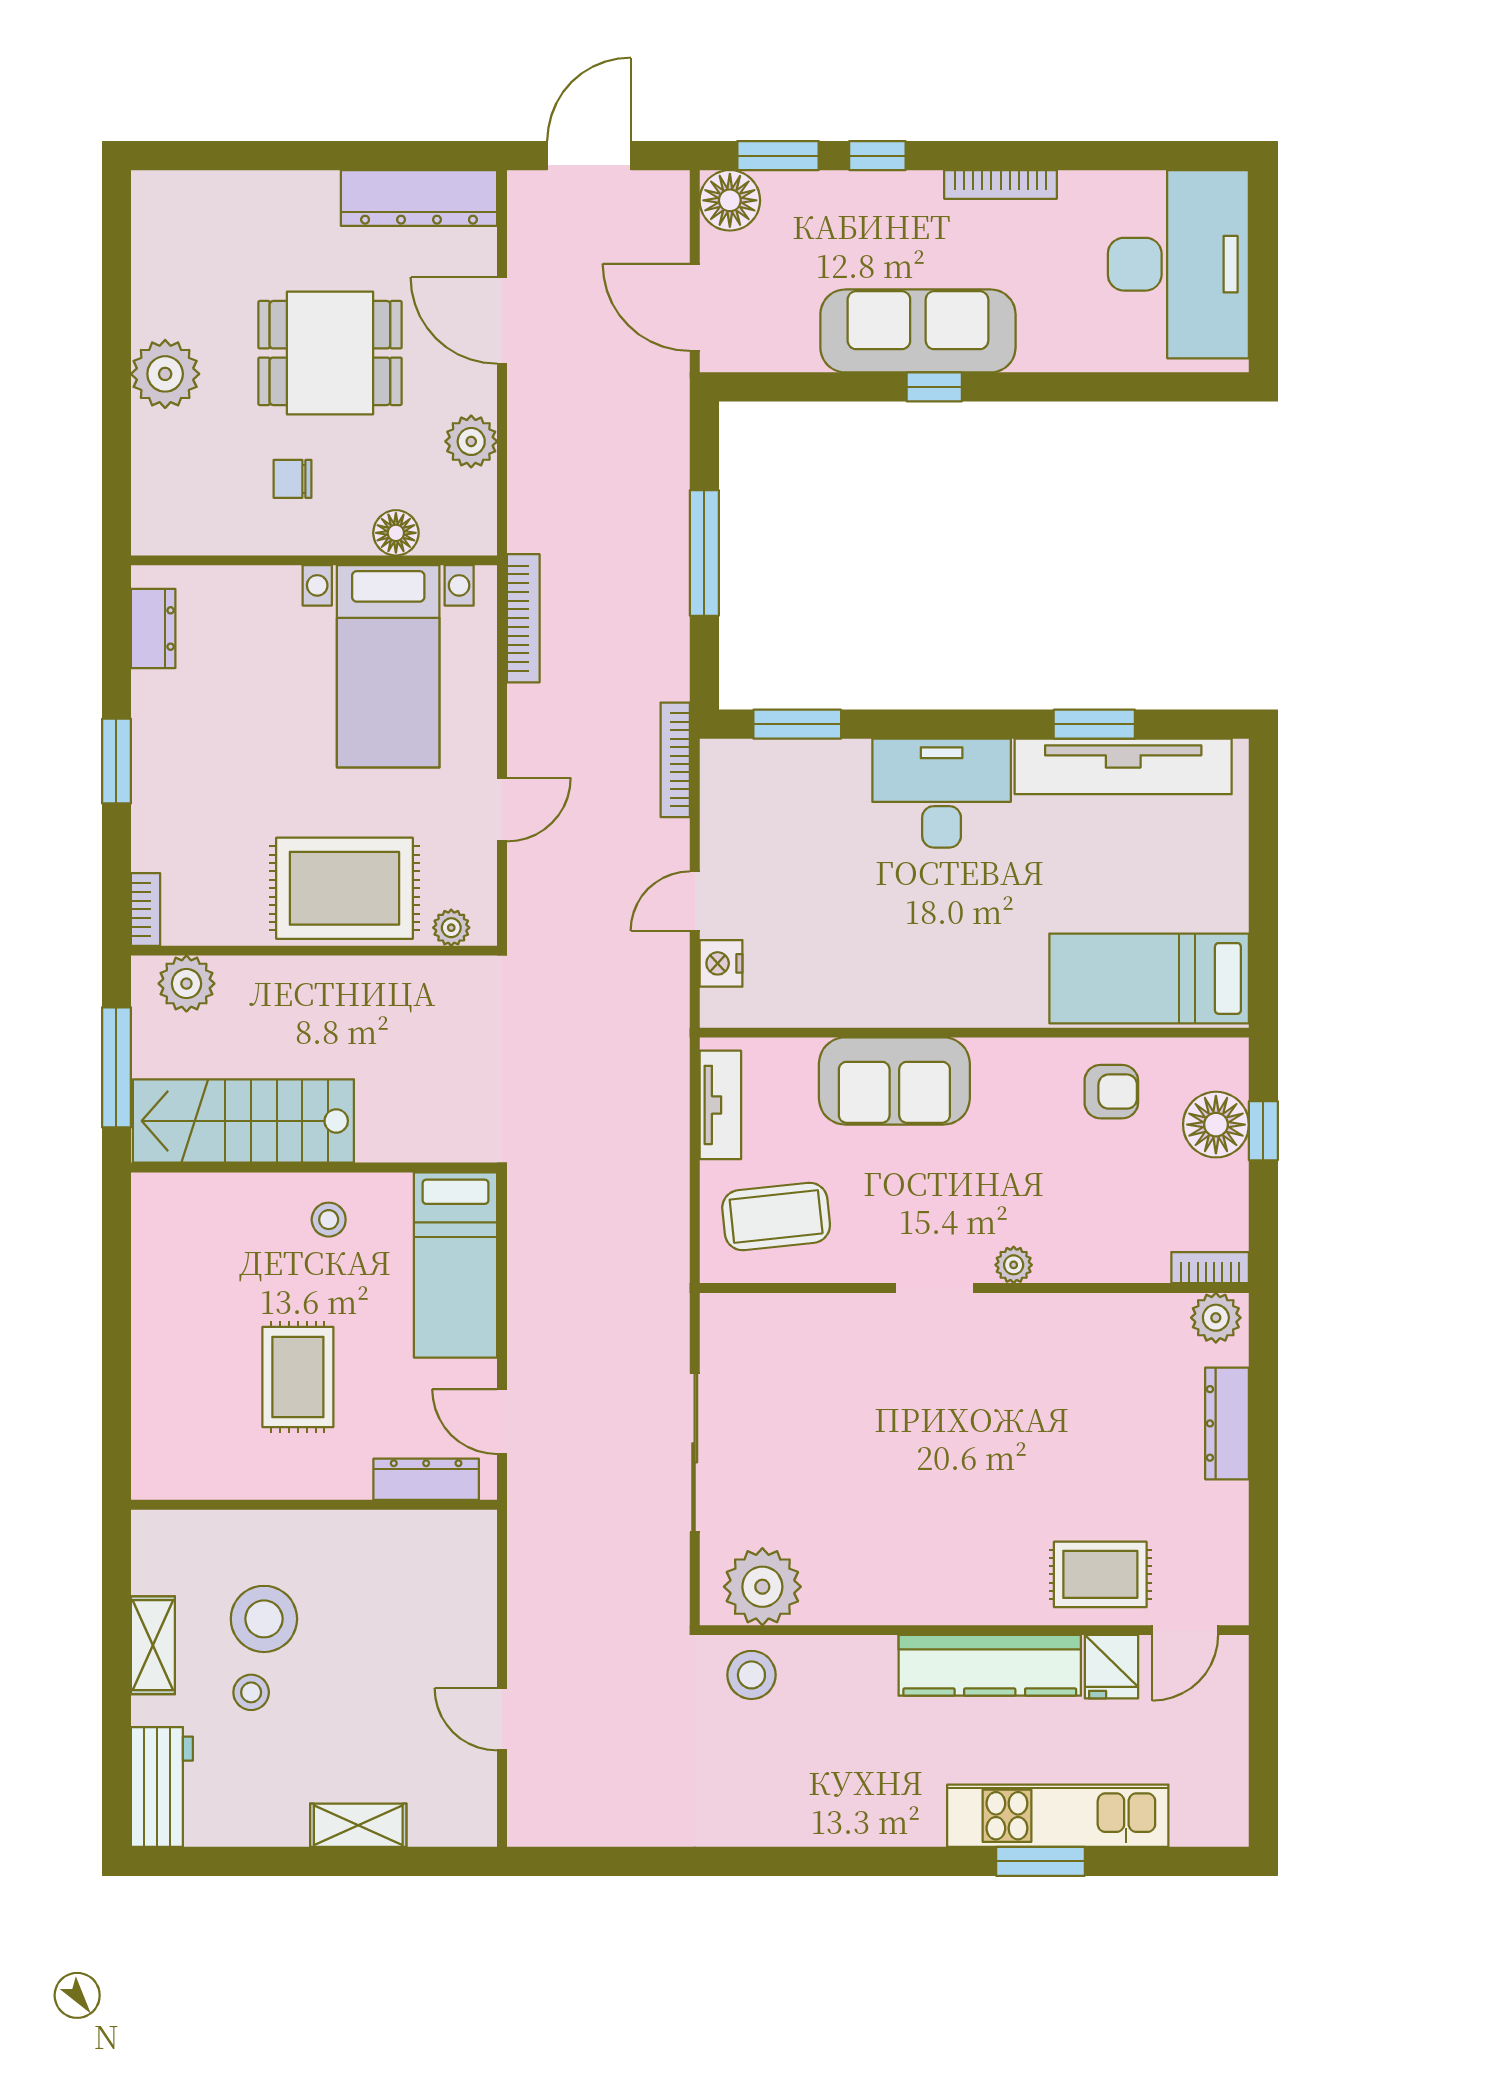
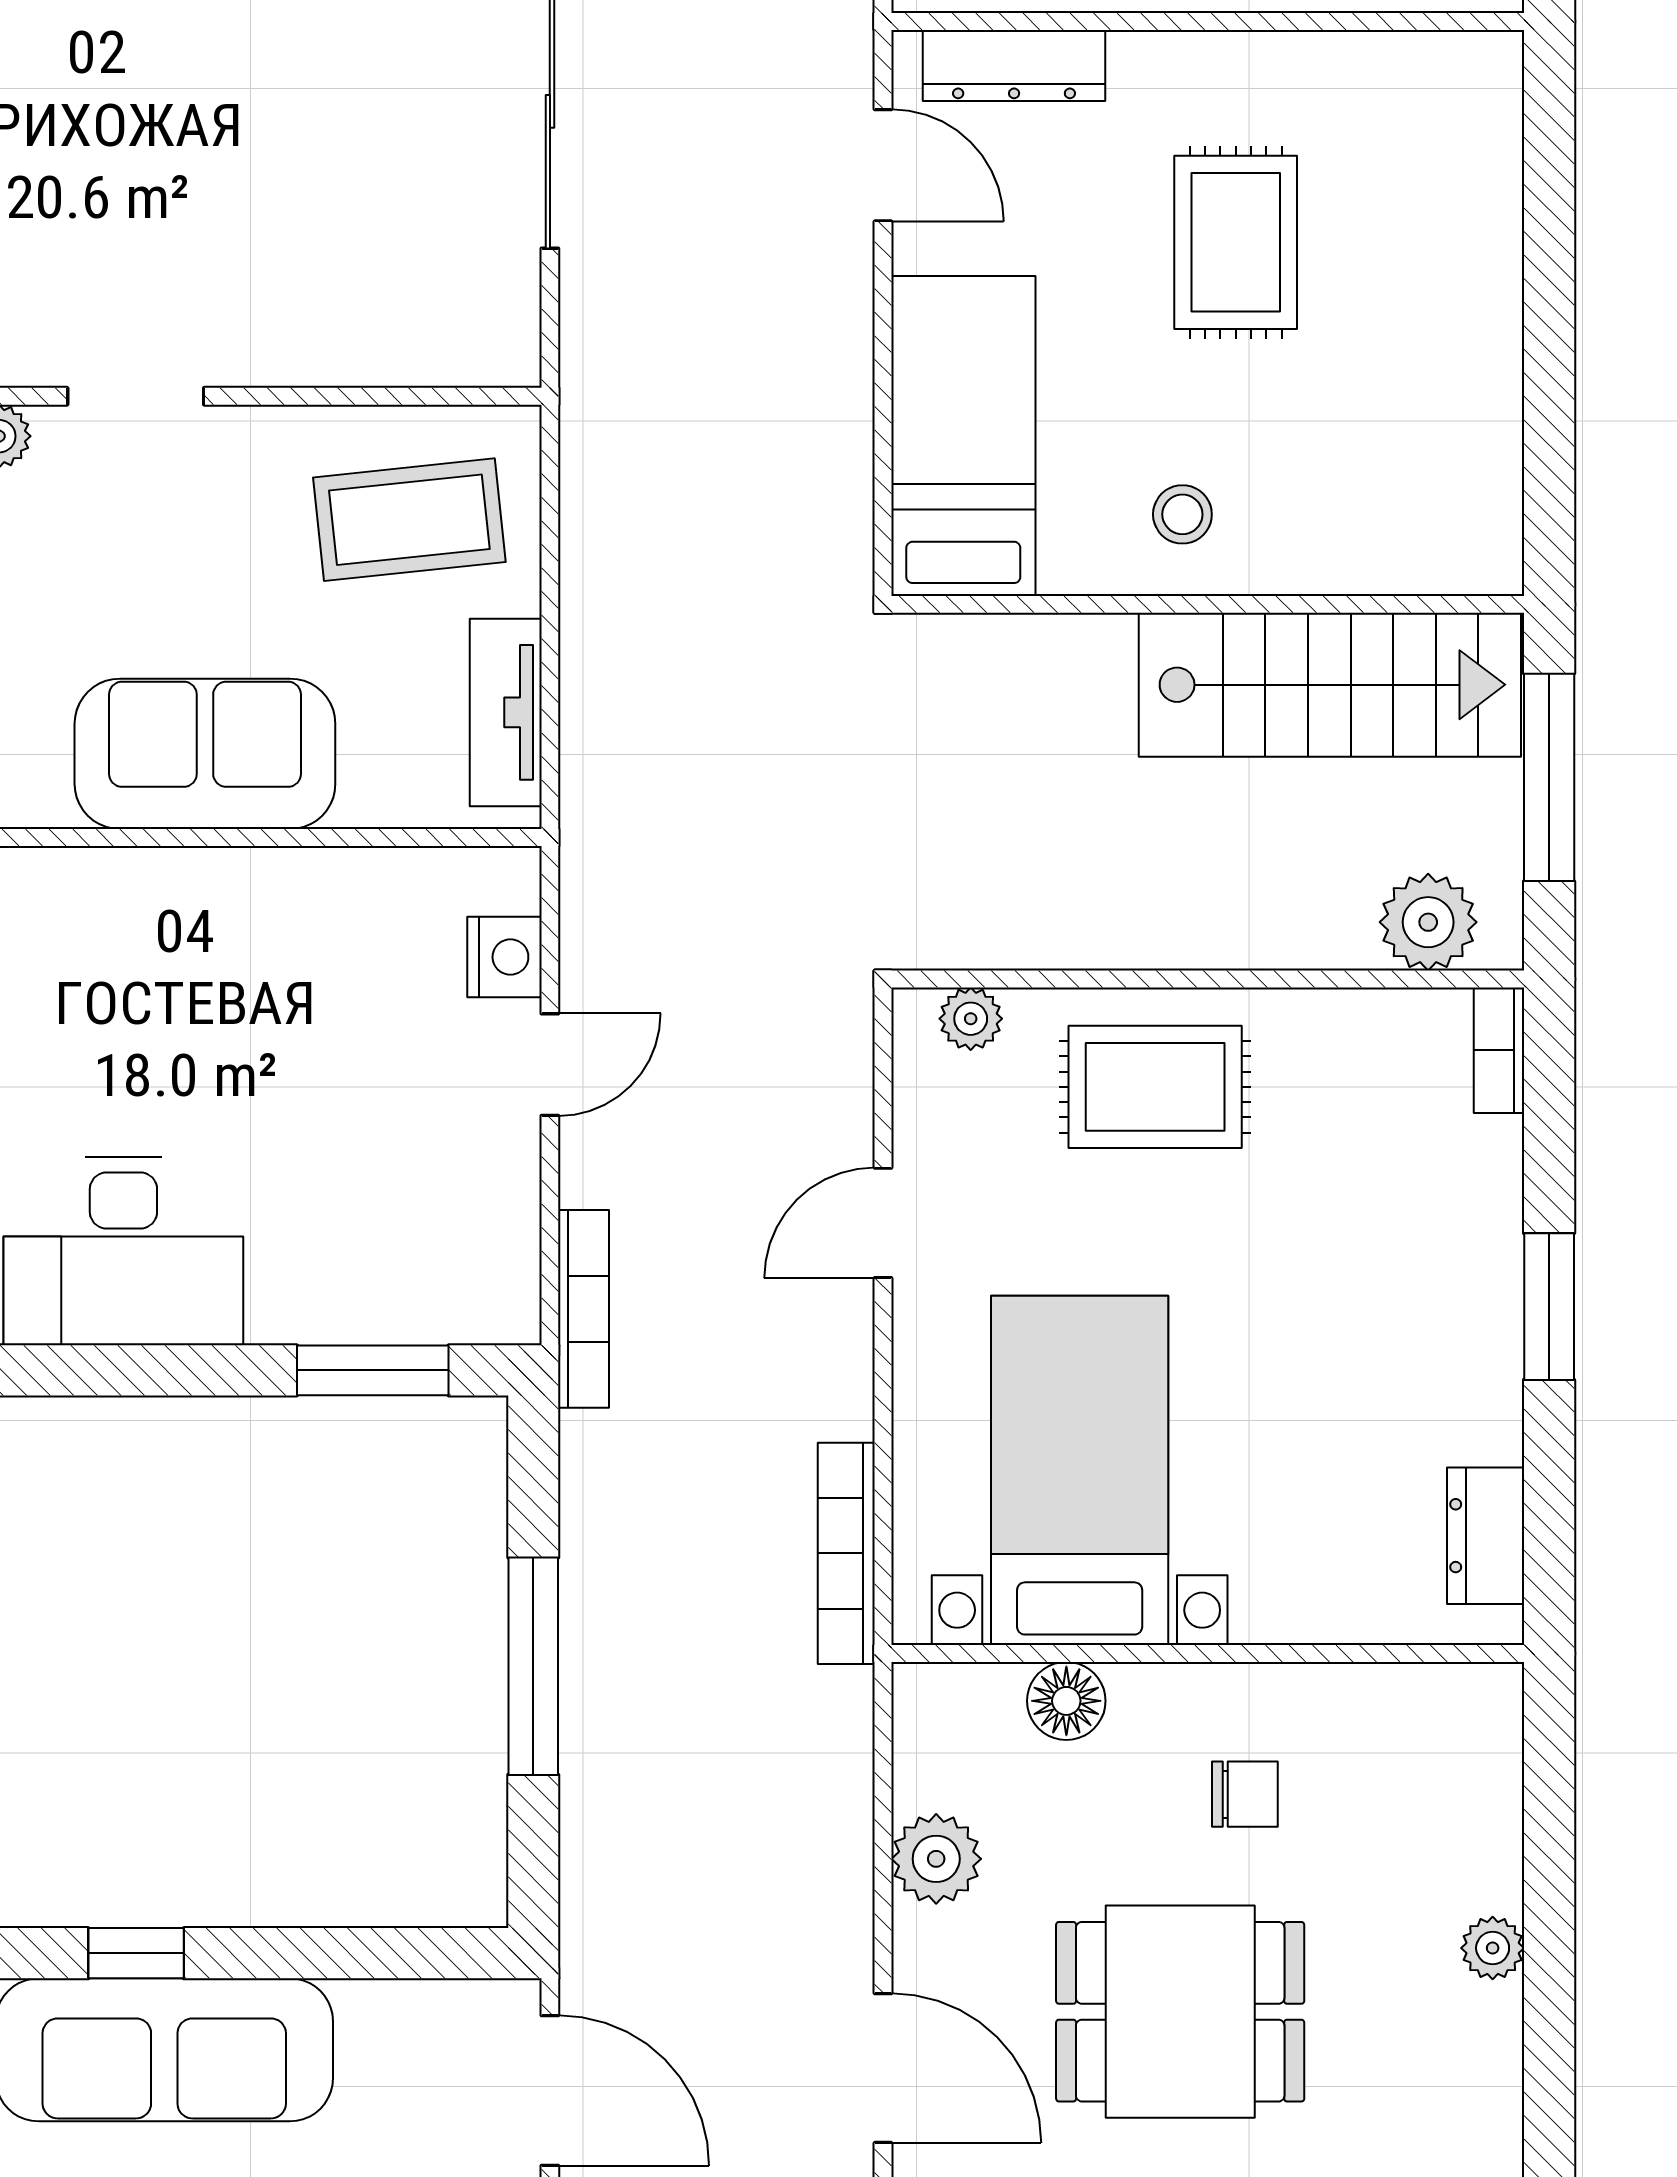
plant: (165, 374) -> (1493, 1948), width x0.53, depth x0.53
rug: (344, 888) -> (1155, 1087), width x0.73, depth x0.70

